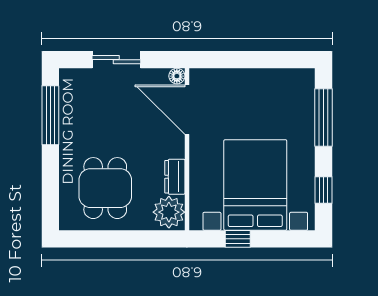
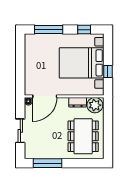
dining table: (105, 188) -> (83, 136), width x1.37

